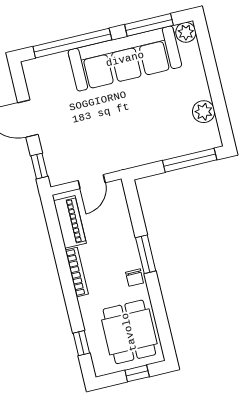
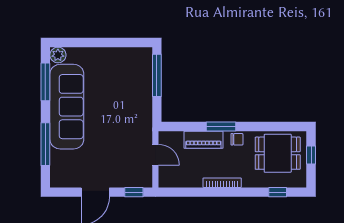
window: (72, 43) -> (45, 144), width x0.68
plant: (204, 112) -> (122, 56), removed
piano: (70, 222) -> (203, 140), moved, turned 180

